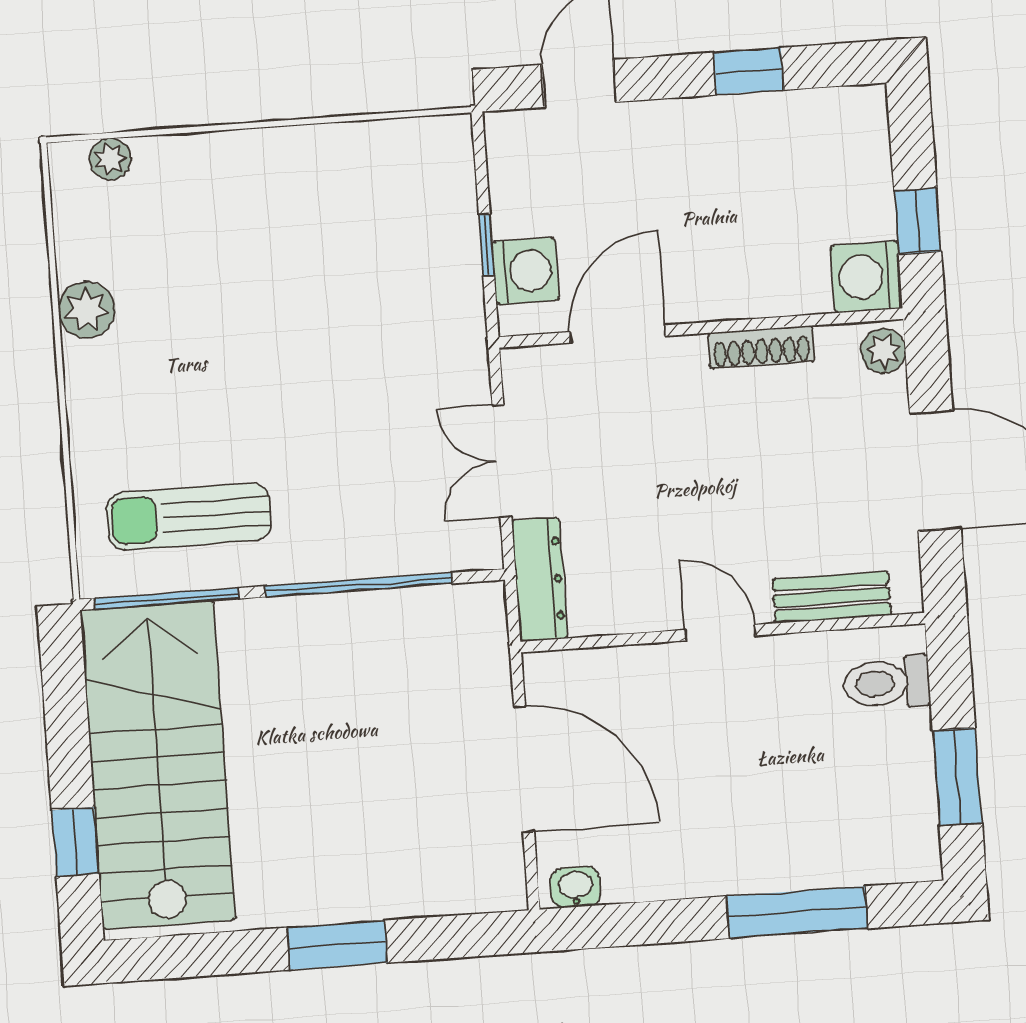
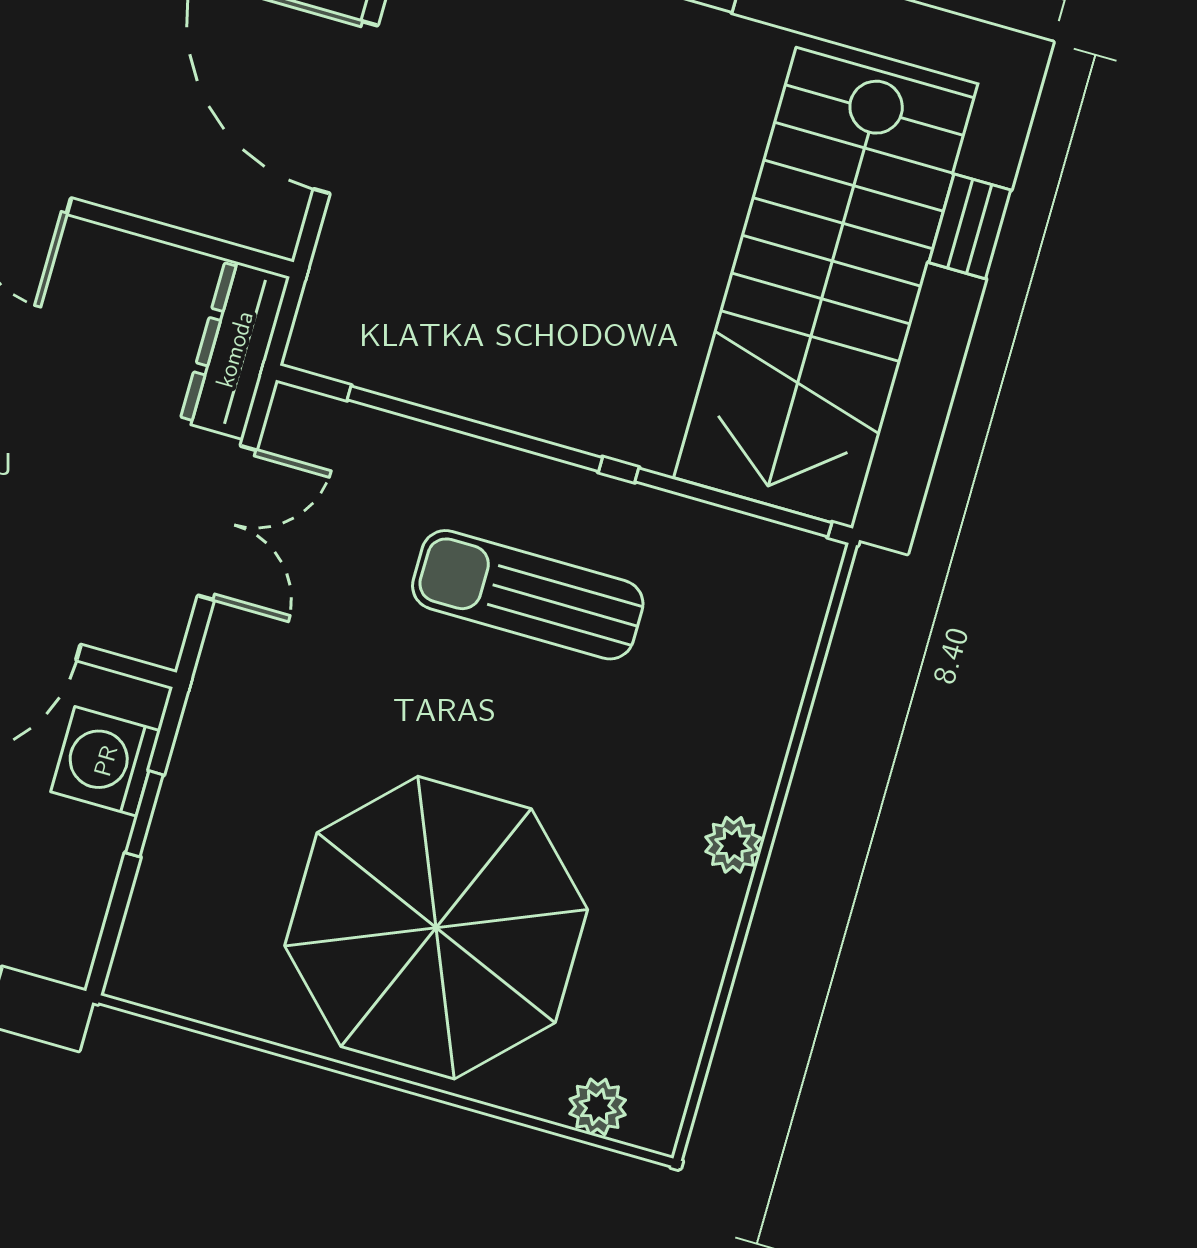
parasol: (262, 240) -> (436, 928), added
plant: (87, 310) -> (733, 845), moved, width x0.73, depth x0.73
sun lounger: (189, 517) -> (528, 595), moved, turned 180

